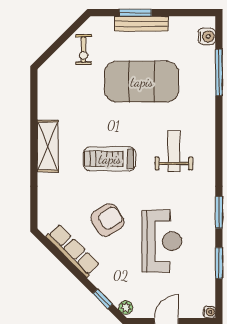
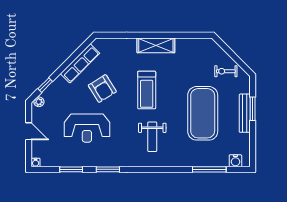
weight bench: (174, 151) -> (152, 137), turned 90
treadmill: (110, 159) -> (147, 90), turned 180

